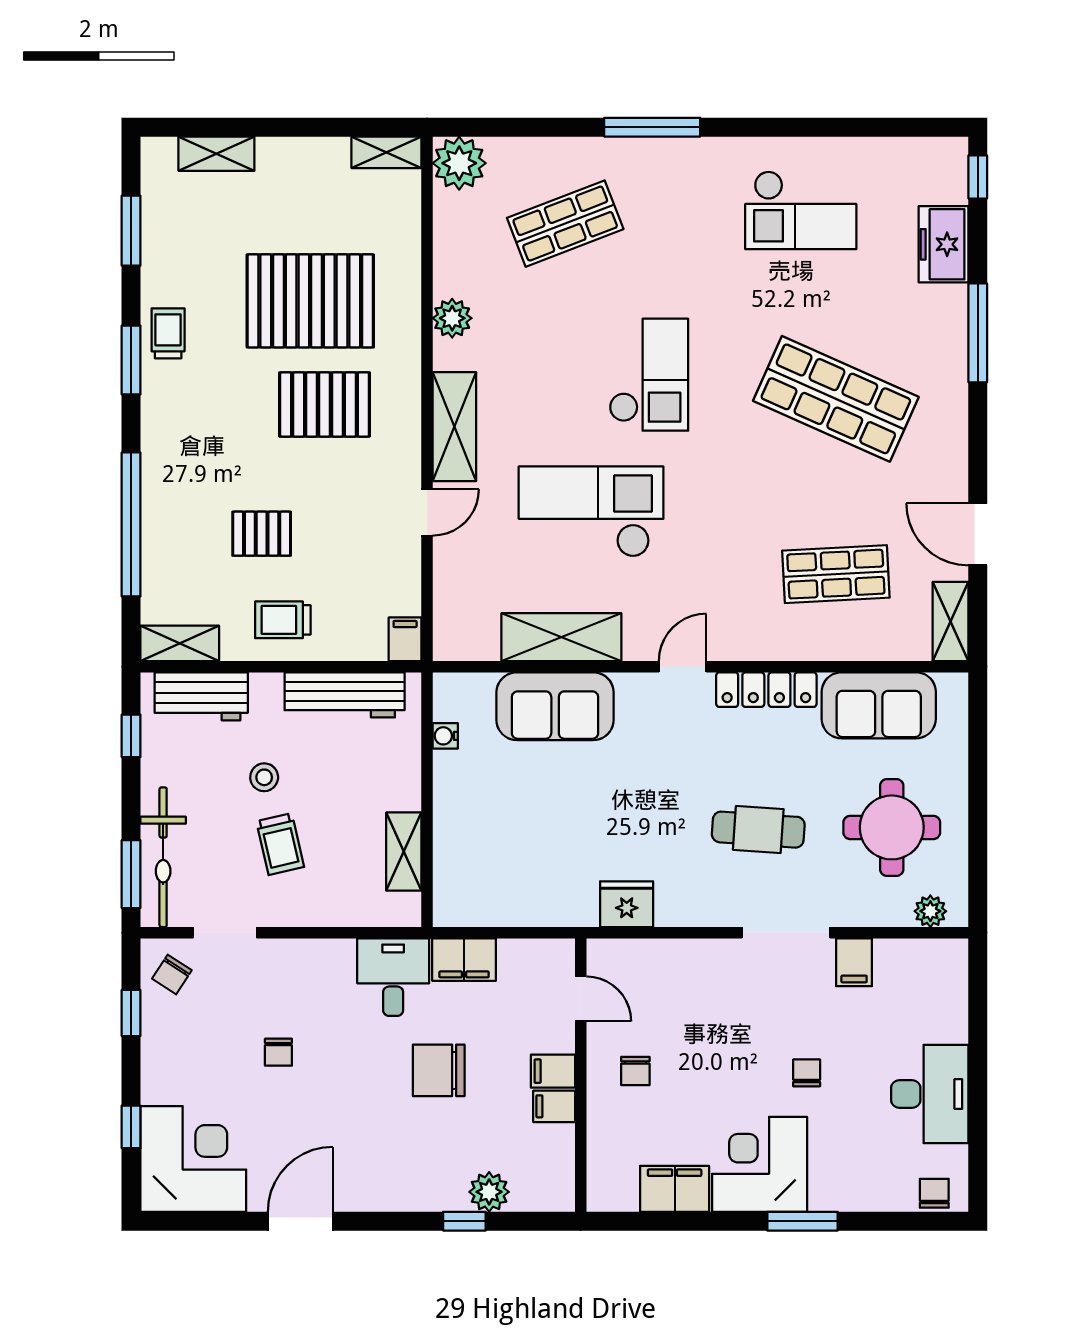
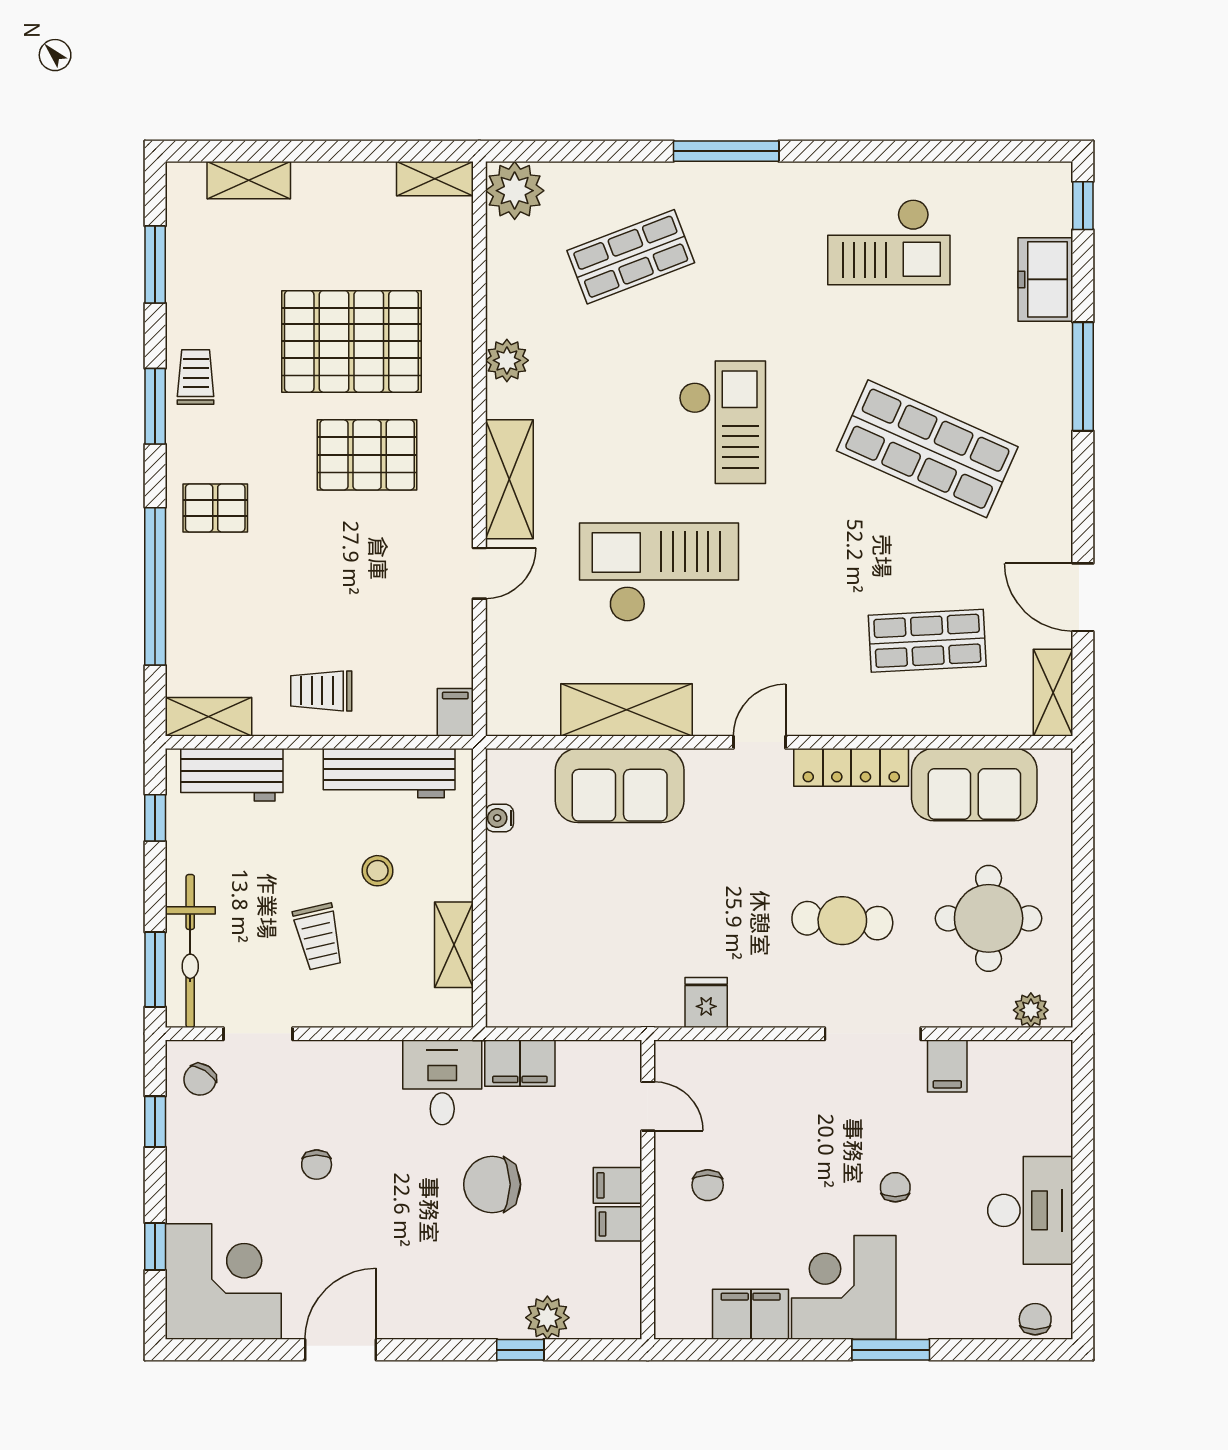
pallet: (262, 534) -> (215, 508), moved
stool: (264, 777) -> (378, 871), moved
fridge: (627, 904) -> (706, 1002), width x0.72

